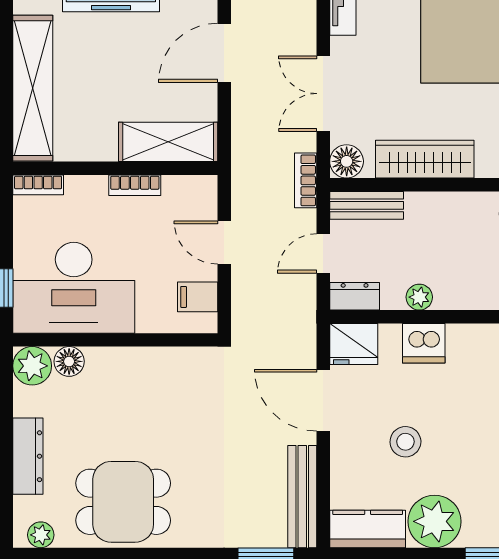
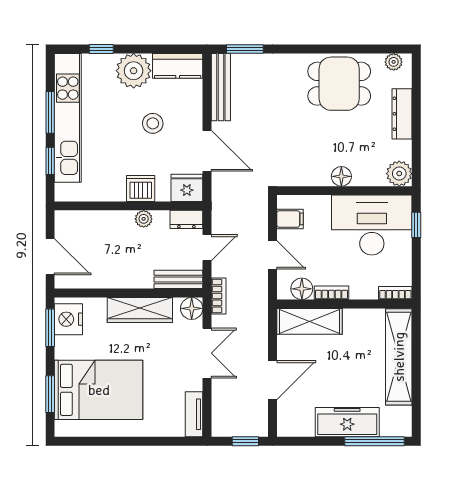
floor lamp: (180, 191) -> (302, 289), added
floor lamp: (69, 361) -> (341, 176), moved

